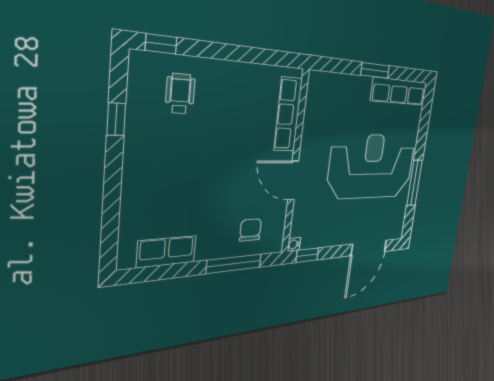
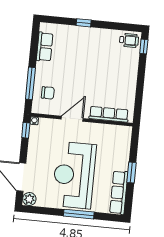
wheelchair: (180, 94) -> (129, 40), moved
window: (116, 119) -> (84, 23), moved
reception desk: (372, 167) -> (74, 175), turned 180
window: (415, 183) -> (79, 214), moved
plant: (396, 230) -> (29, 199), added

